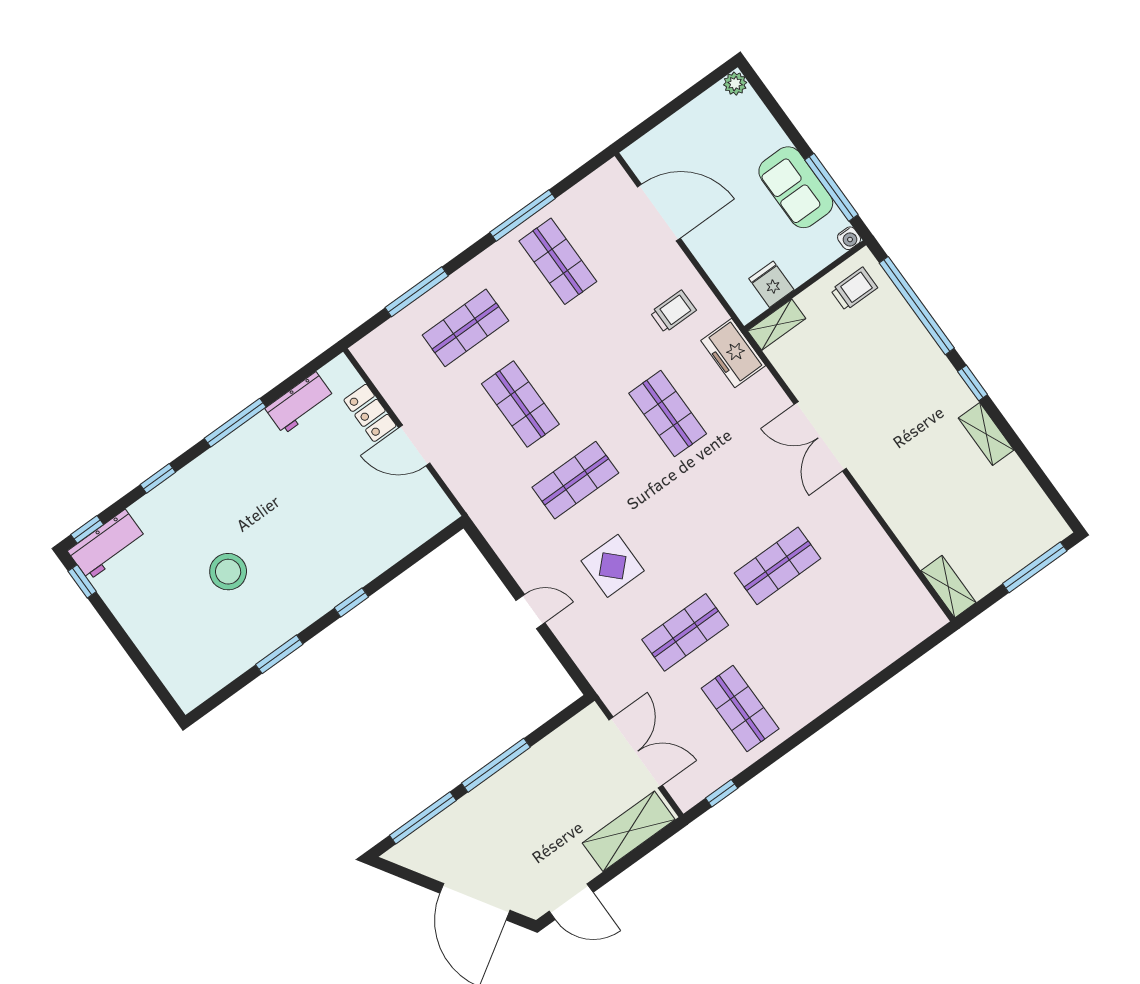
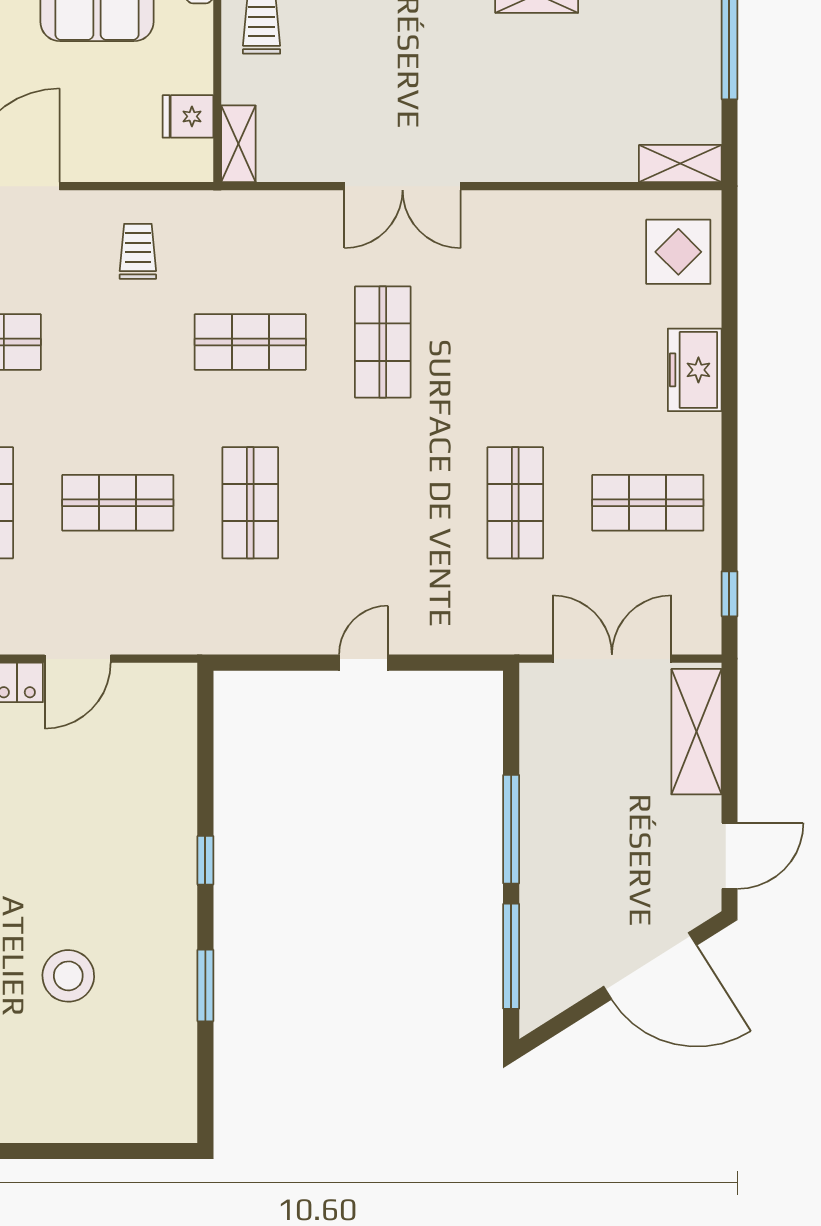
freezer: (733, 353) -> (695, 370), moved, turned 90
display table: (613, 566) -> (678, 252), moved
shop shelf: (777, 566) -> (383, 342), moved

